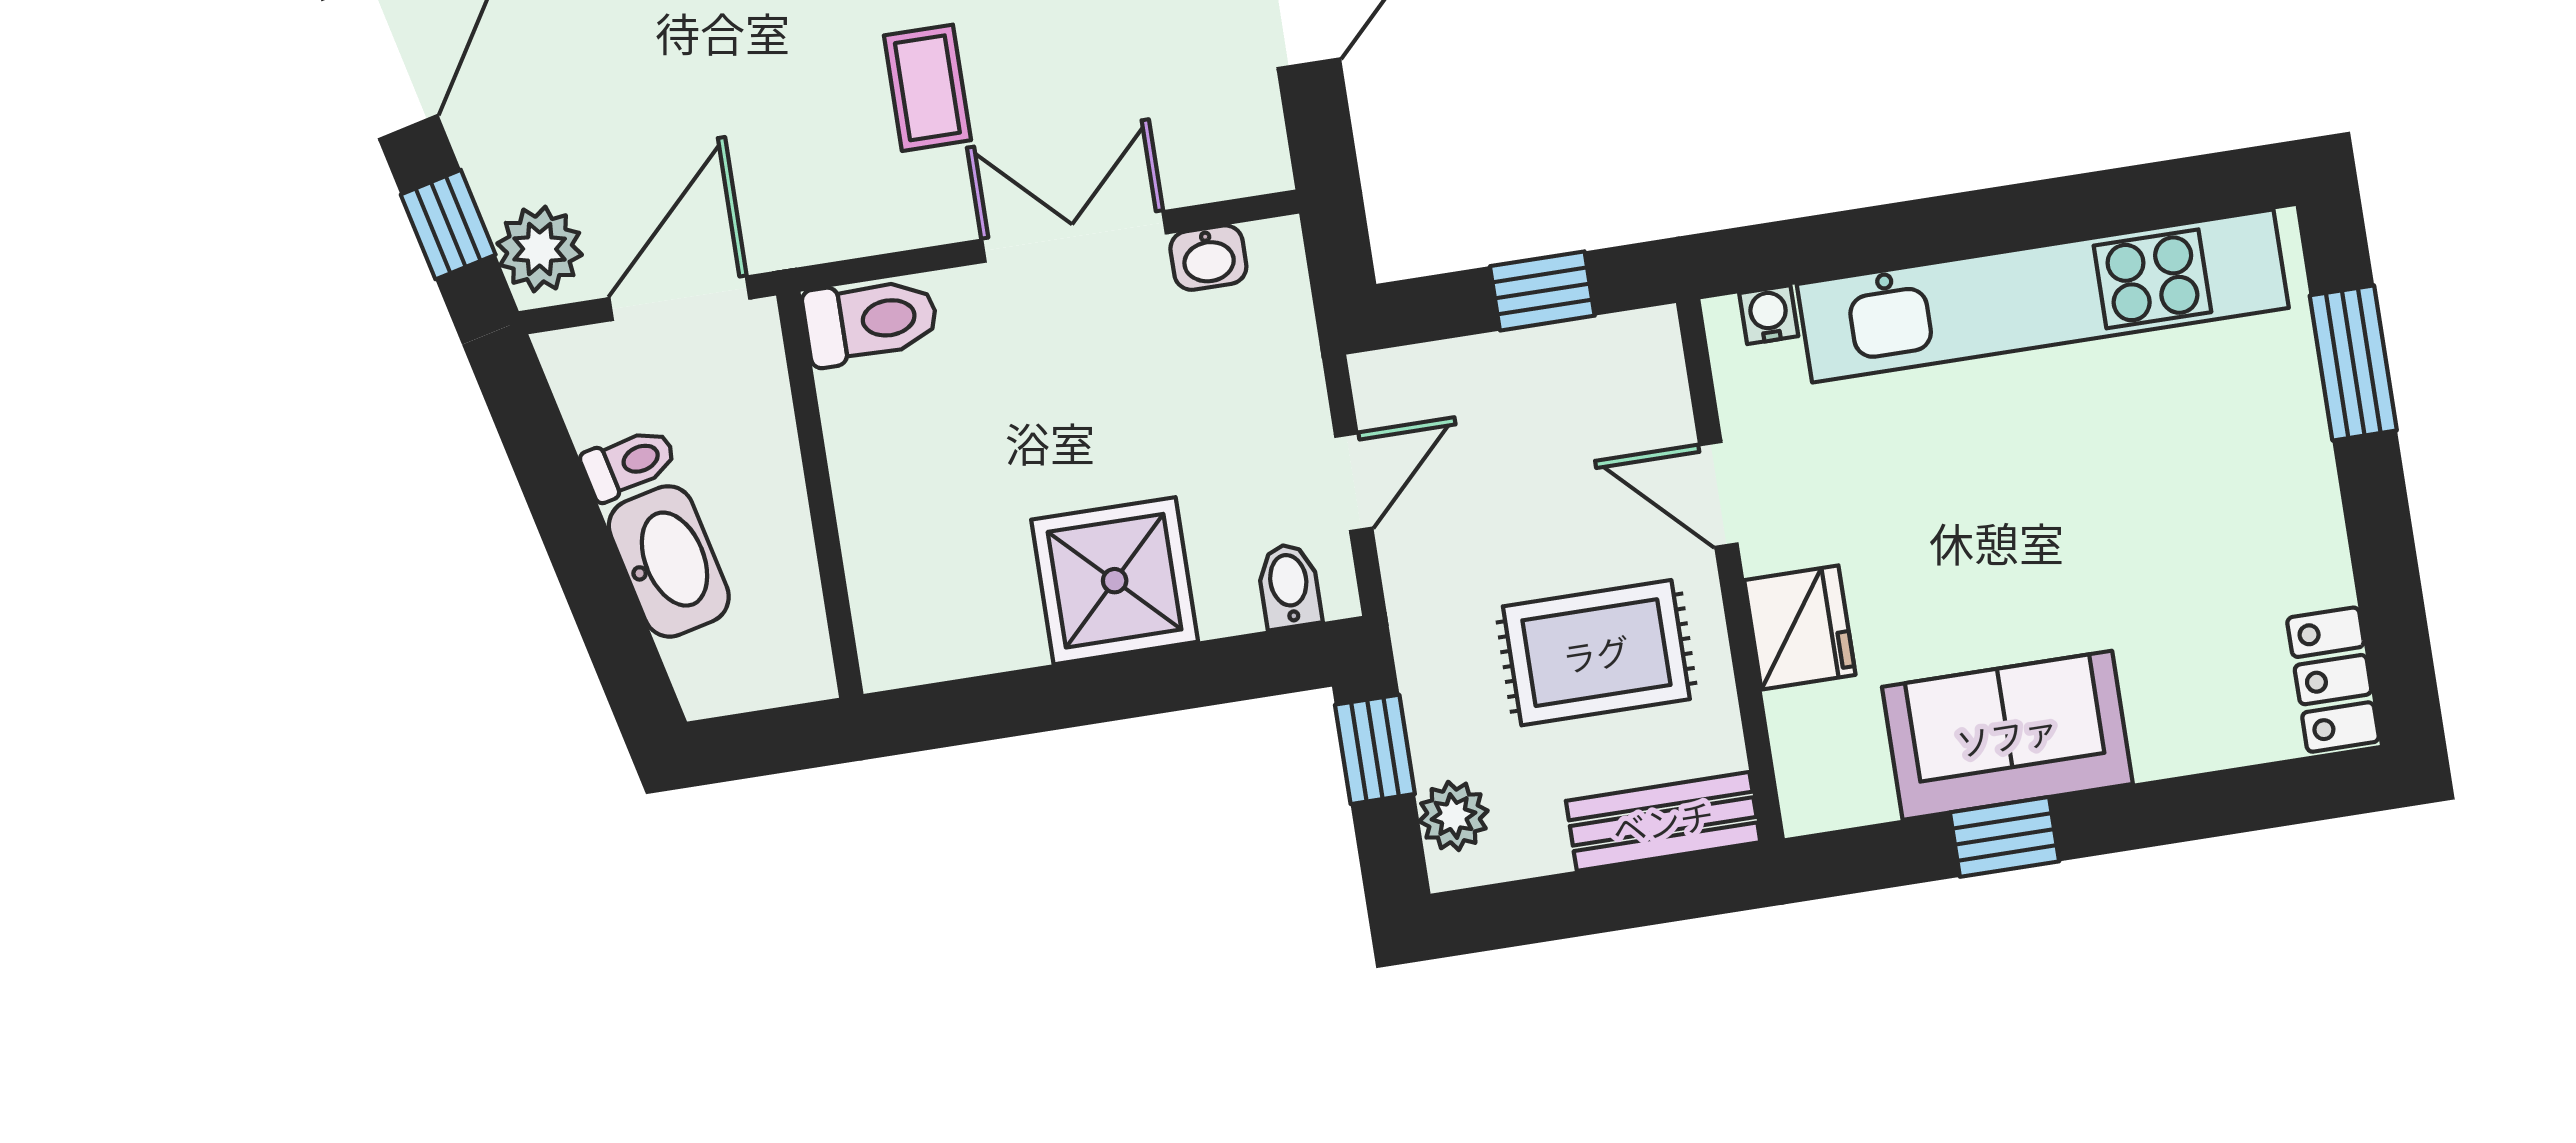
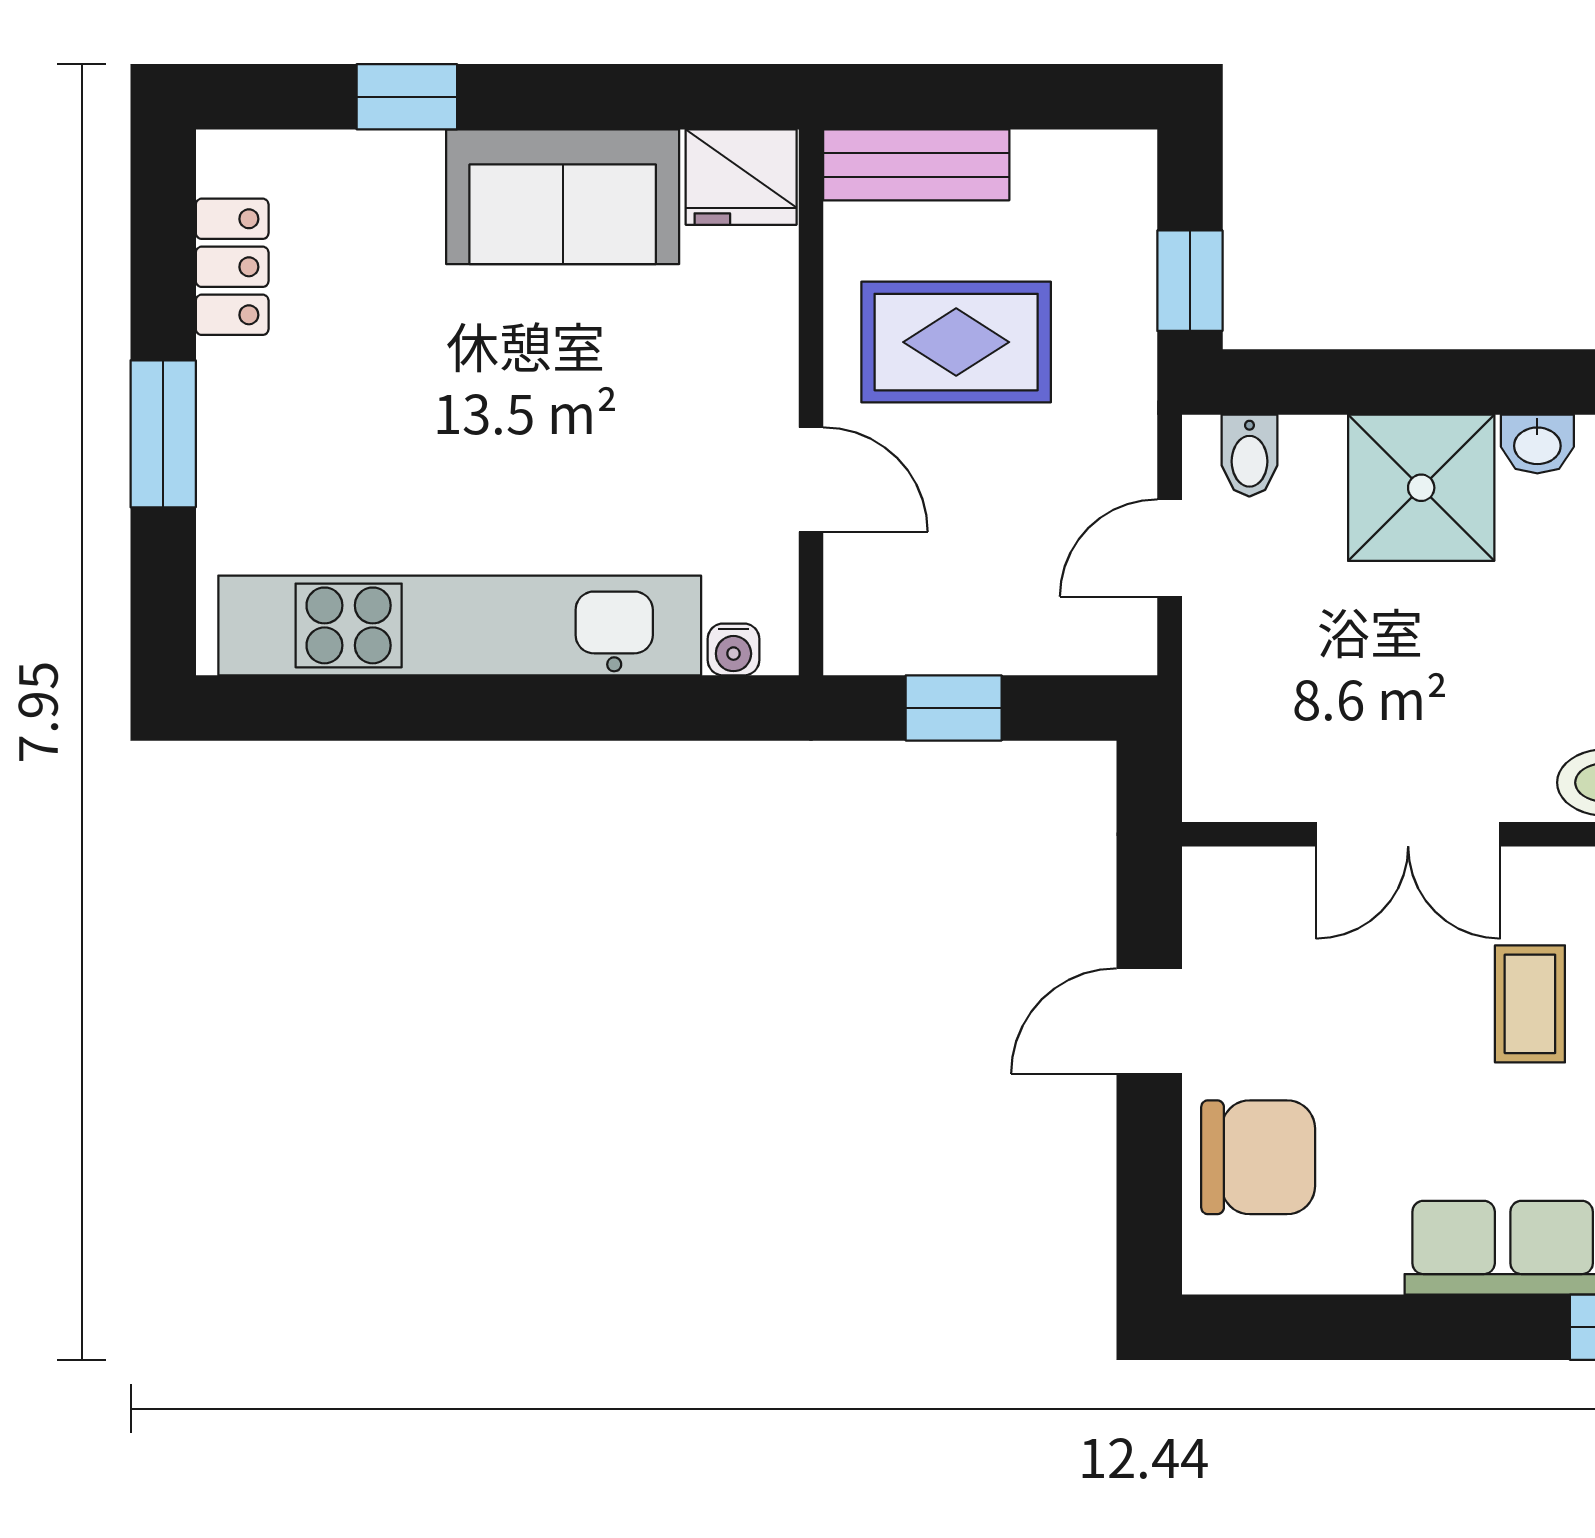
washbasin: (1208, 258) -> (1537, 444), moved, turned 180
window: (2353, 363) -> (163, 434), moved
fridge: (1800, 627) -> (741, 177), moved, turned -90
locker: (2333, 680) -> (232, 267), moved
plant: (1453, 816) -> (1123, 203), removed
window: (2004, 837) -> (407, 97), moved

